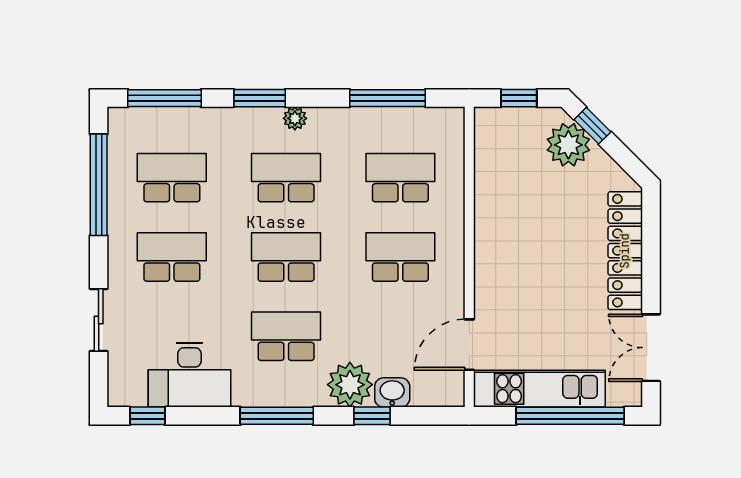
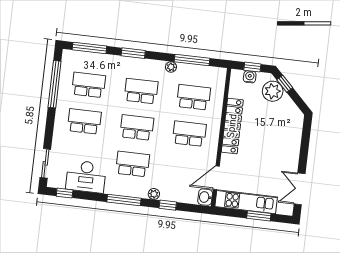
plant: (295, 118) -> (171, 67), moved
water cooler: (516, 120) -> (250, 77), added
locker: (625, 251) -> (232, 126), moved, turned 180
sliding door: (99, 320) -> (45, 163), moved
plant: (350, 385) -> (154, 194), width x0.53, depth x0.53
washbasin: (392, 392) -> (205, 197), moved, turned -90
window: (570, 416) -> (259, 216), width x0.47

